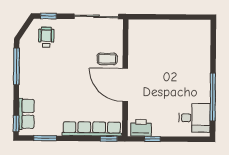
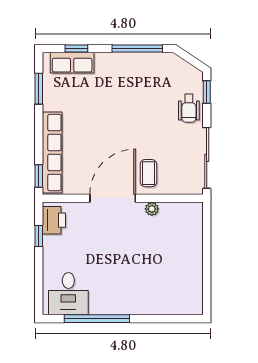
wheelchair: (46, 37) -> (189, 108), moved, turned 90
plant: (133, 57) -> (152, 209), added
window: (16, 124) -> (76, 49), moved

